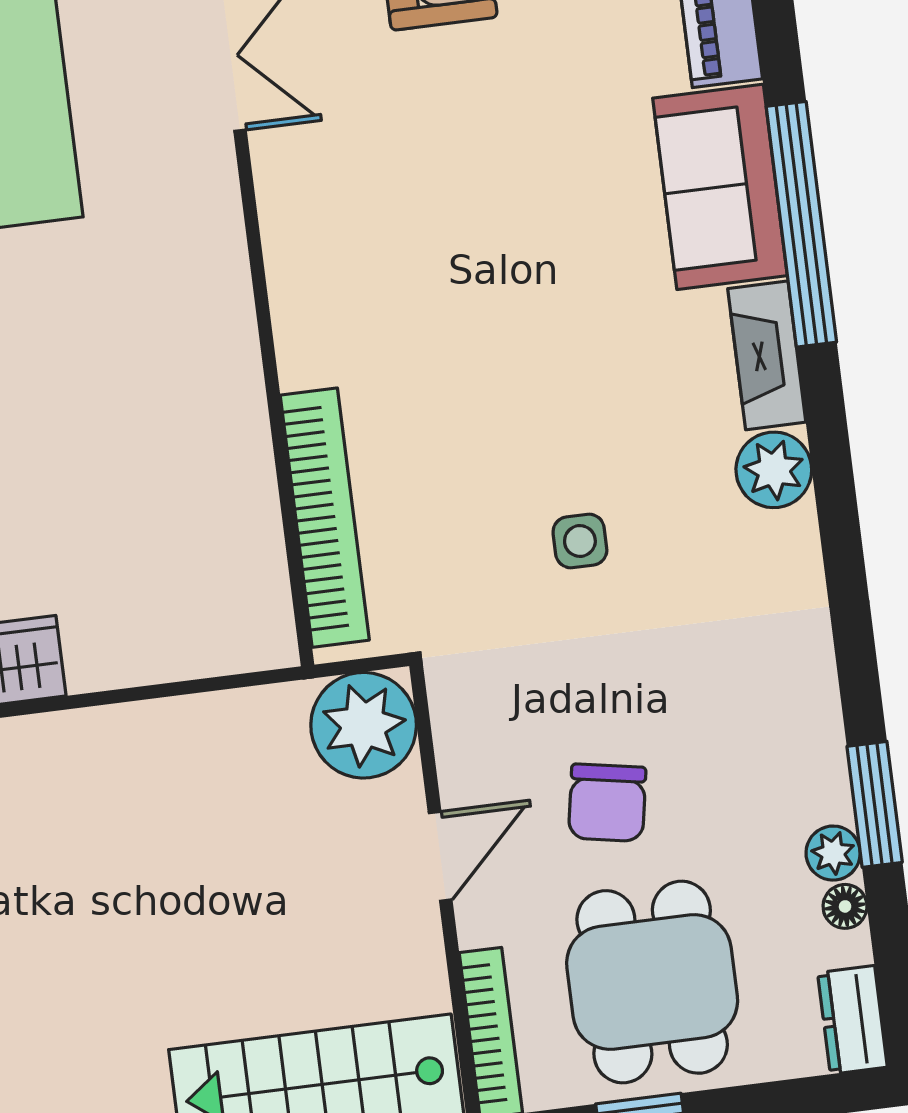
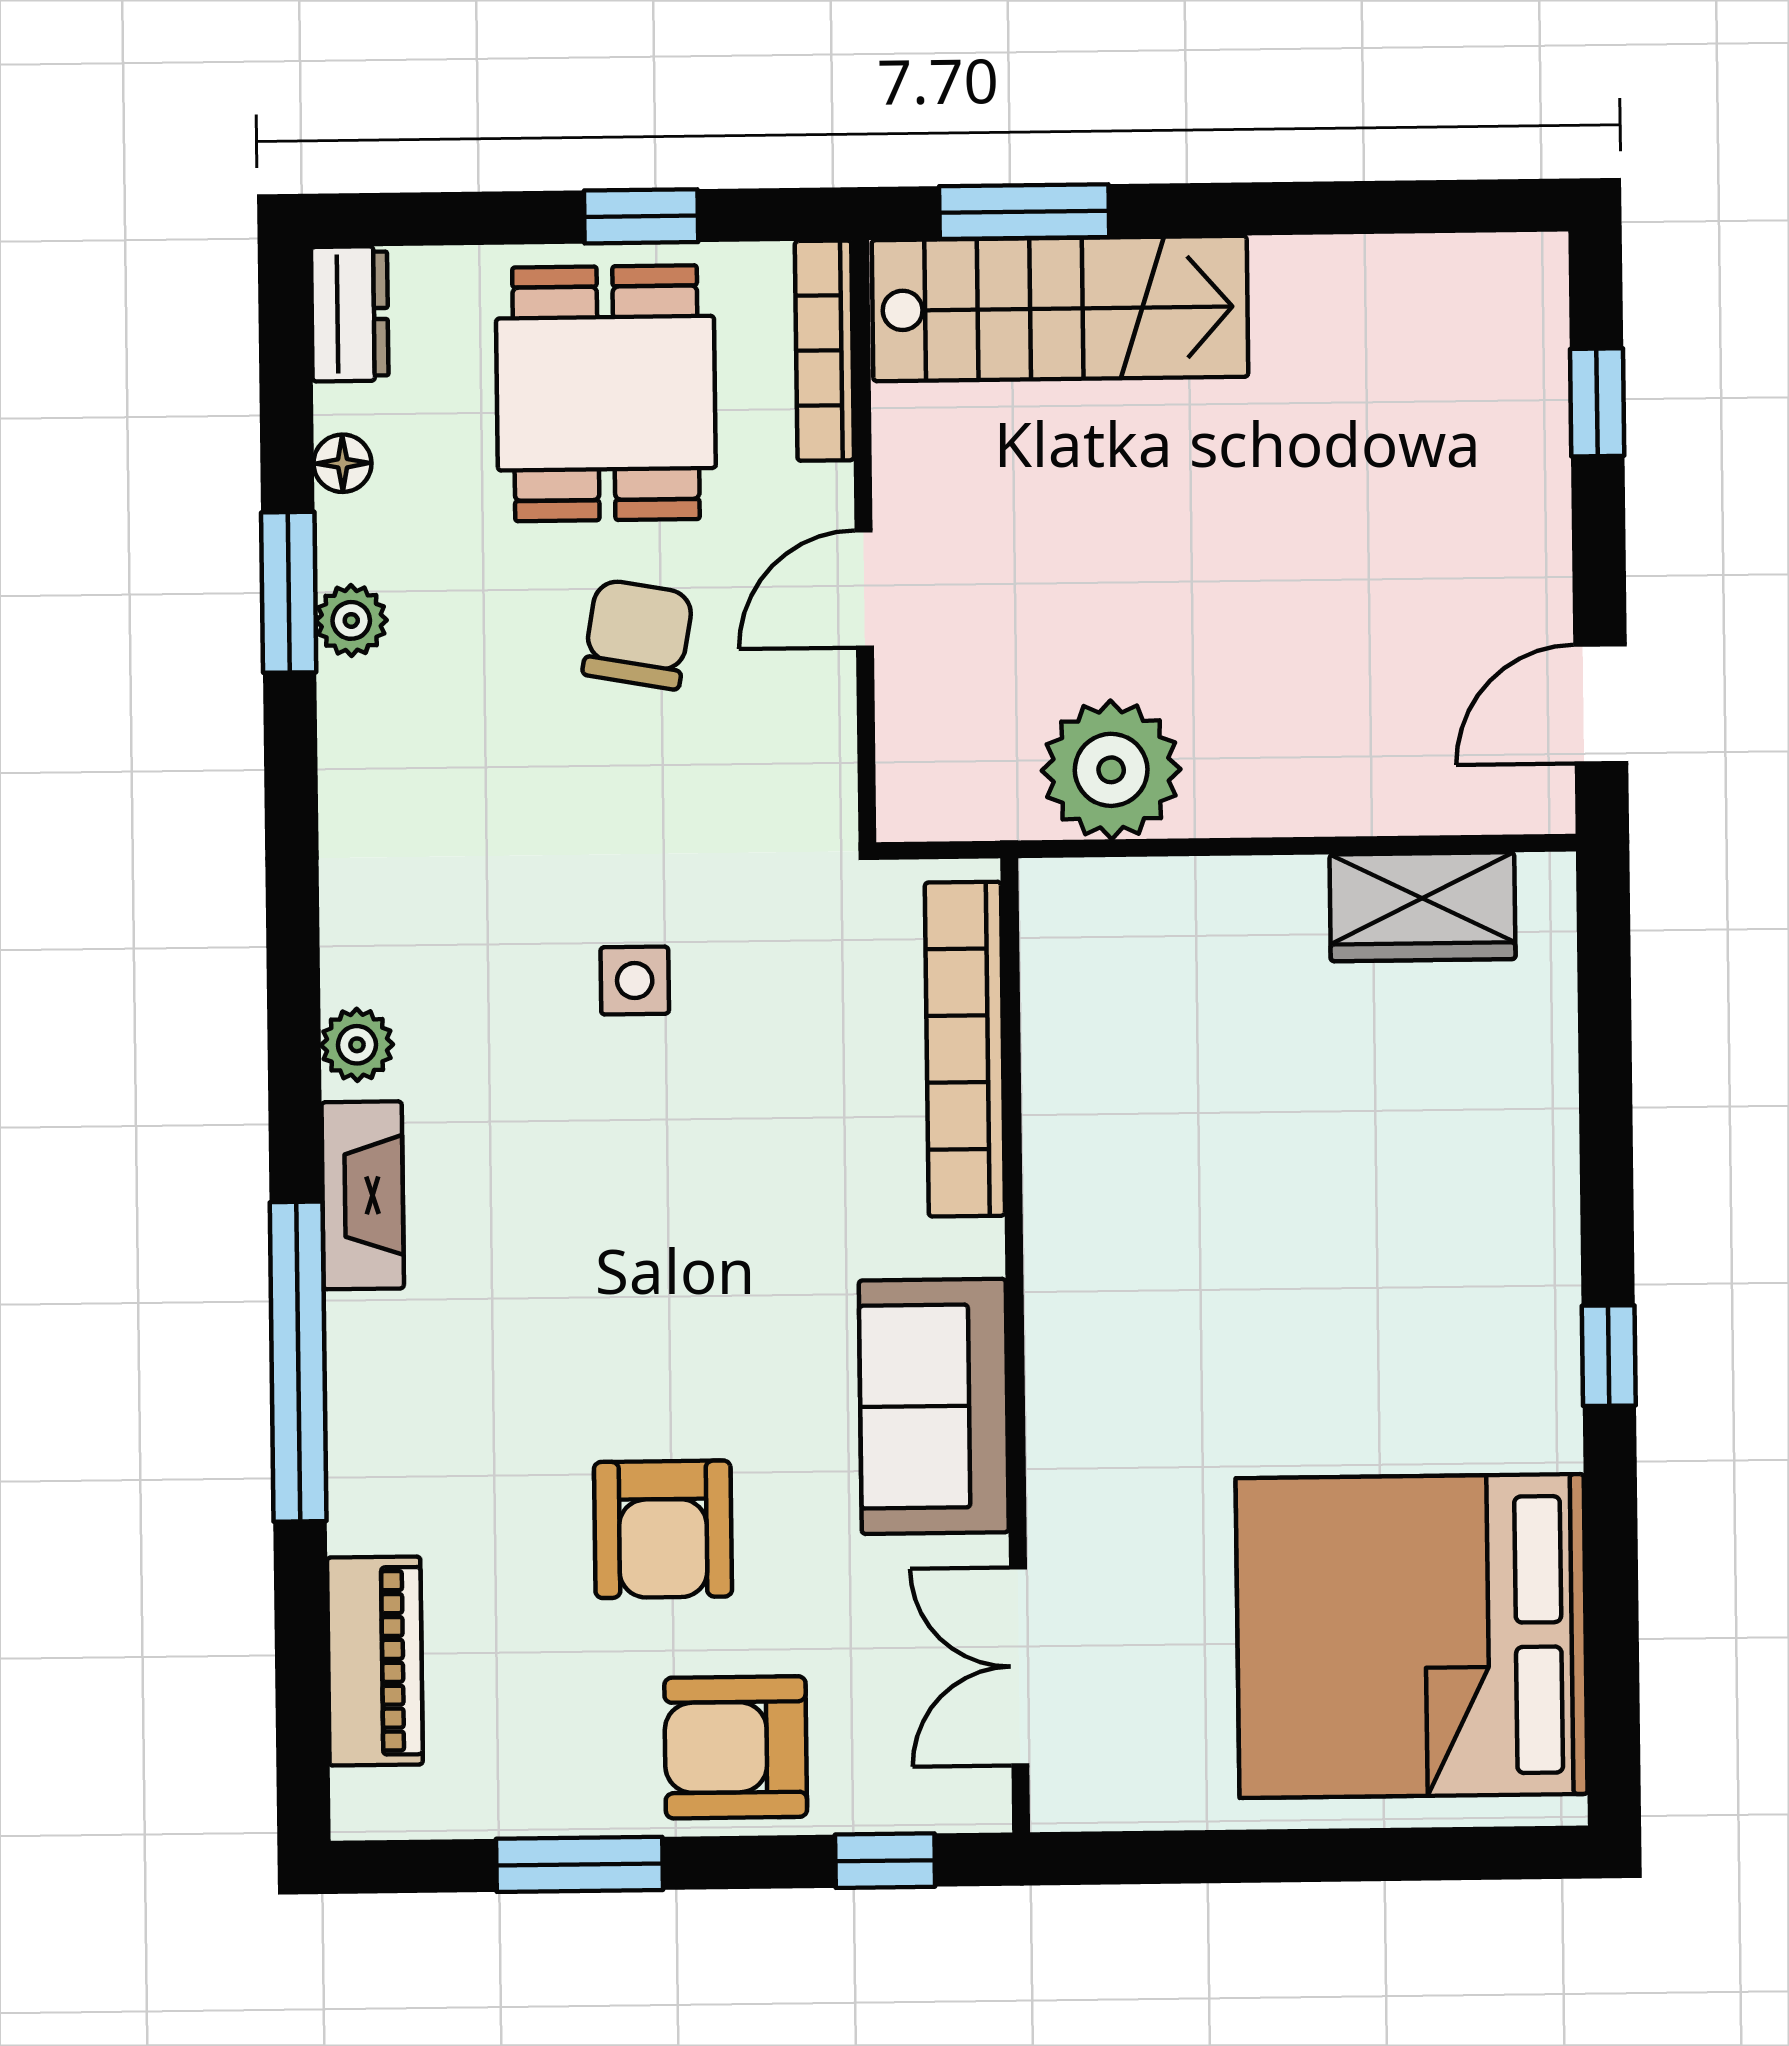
armchair: (511, 129) -> (663, 1529), added
sofa: (720, 187) -> (934, 1406), moved, turned 180
plant: (774, 470) -> (357, 1045), width x0.73, depth x0.73
plant: (364, 725) -> (1111, 770), moved
plant: (833, 853) -> (351, 620), moved

